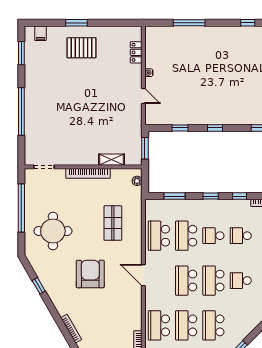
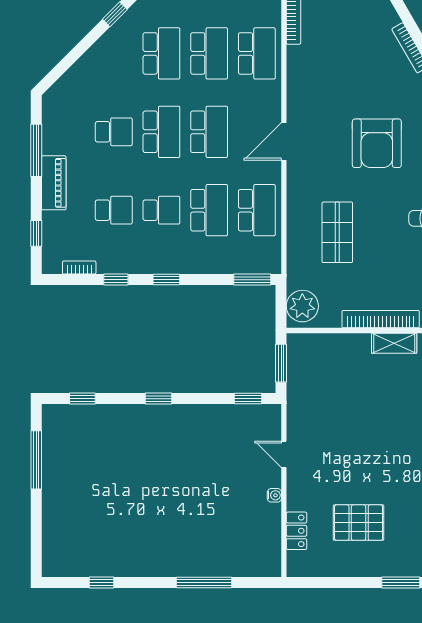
pallet: (81, 48) -> (359, 523), moved
window: (180, 128) -> (248, 399), moved
shelving: (111, 160) -> (394, 343), moved
plant: (137, 181) -> (302, 306), width x1.88, depth x1.88
window: (174, 196) -> (252, 280), moved
door: (143, 275) -> (284, 141), swing flipped

